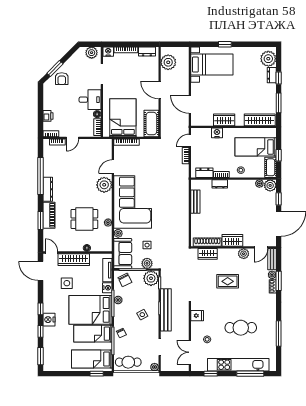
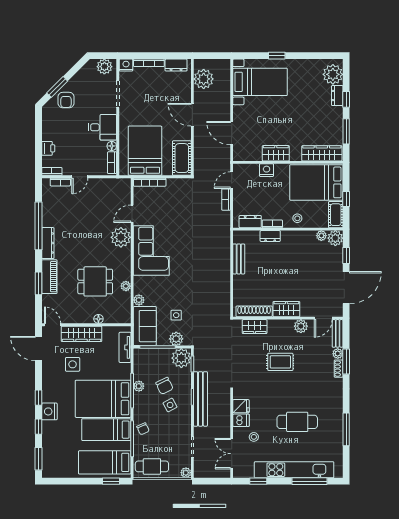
bed: (256, 147) -> (316, 182), width x1.50
corner sofa: (133, 202) -> (151, 250), width x0.73, depth x0.74
chair: (125, 280) -> (164, 386), moved
nightstand: (107, 288) -> (125, 370), removed
dishwasher: (197, 326) -> (241, 420), added

